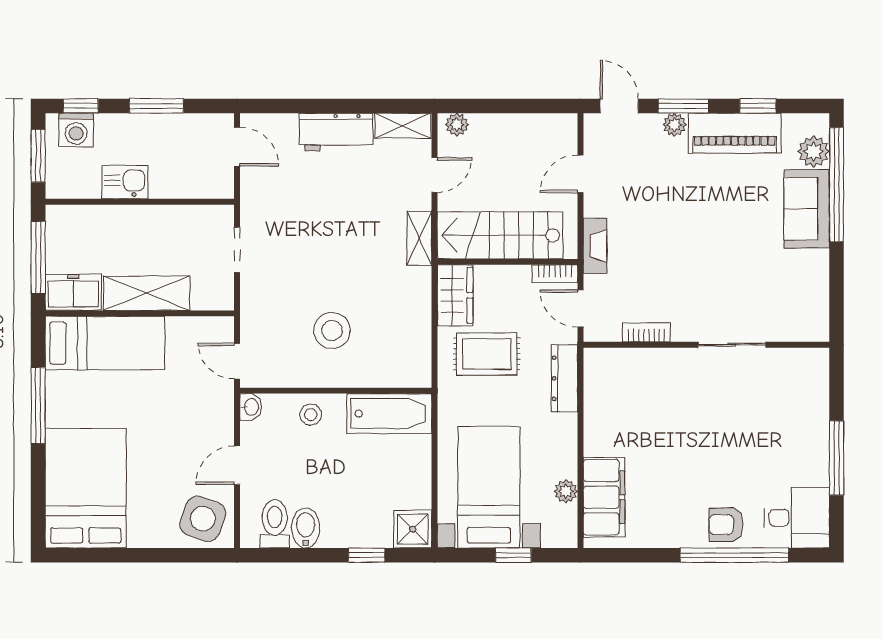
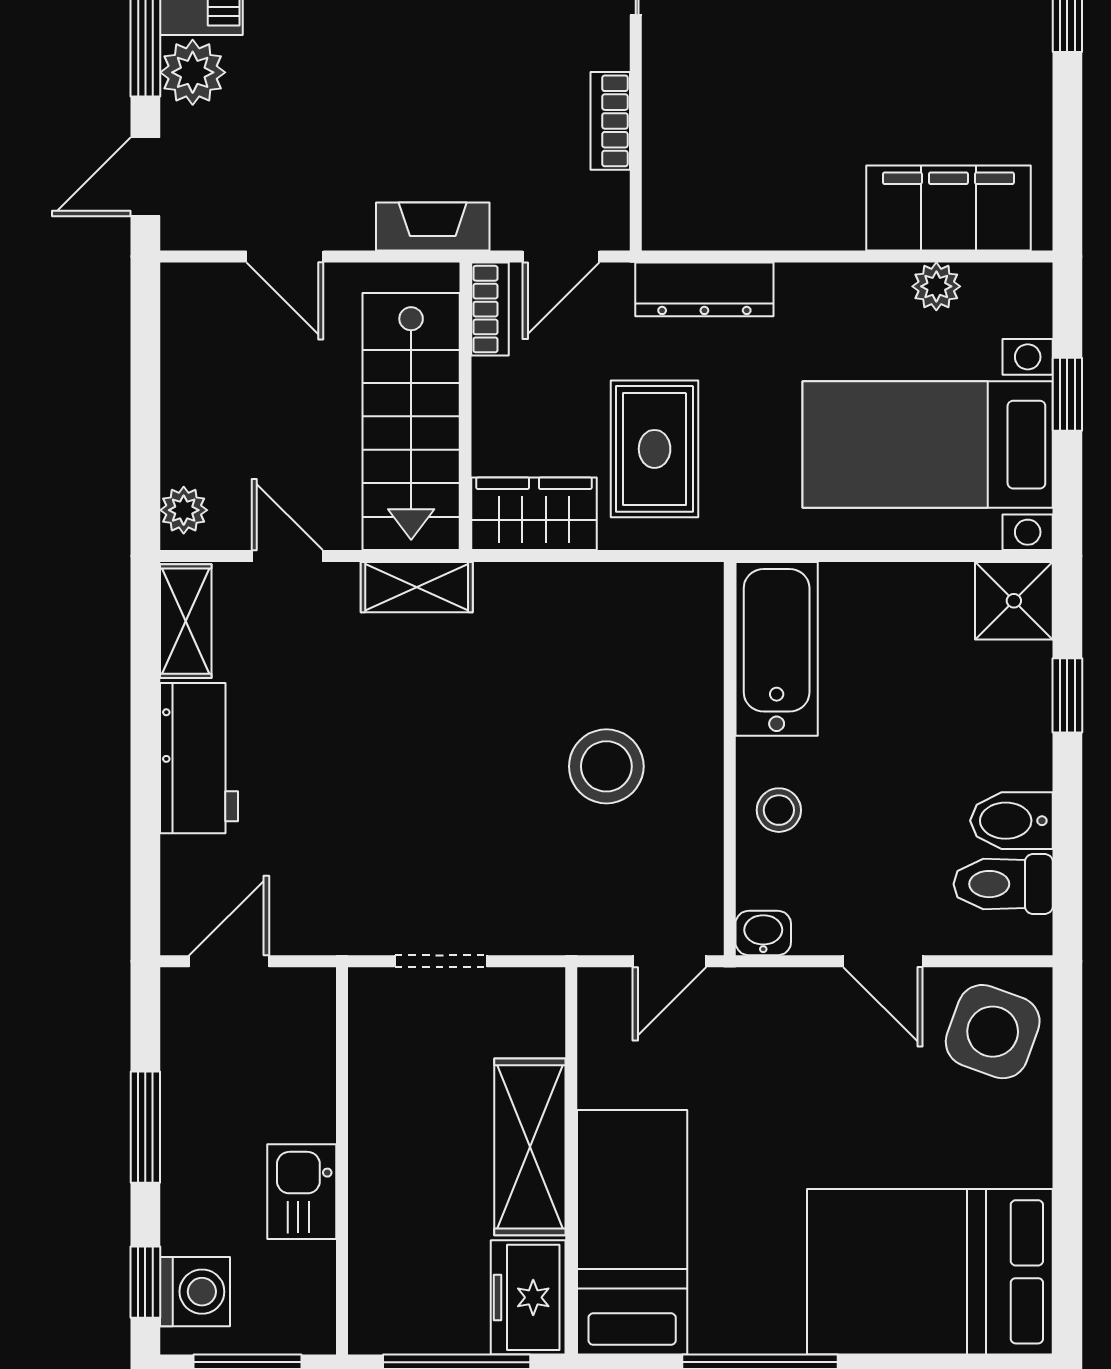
plant: (674, 125) -> (193, 72), width x1.38, depth x1.38

